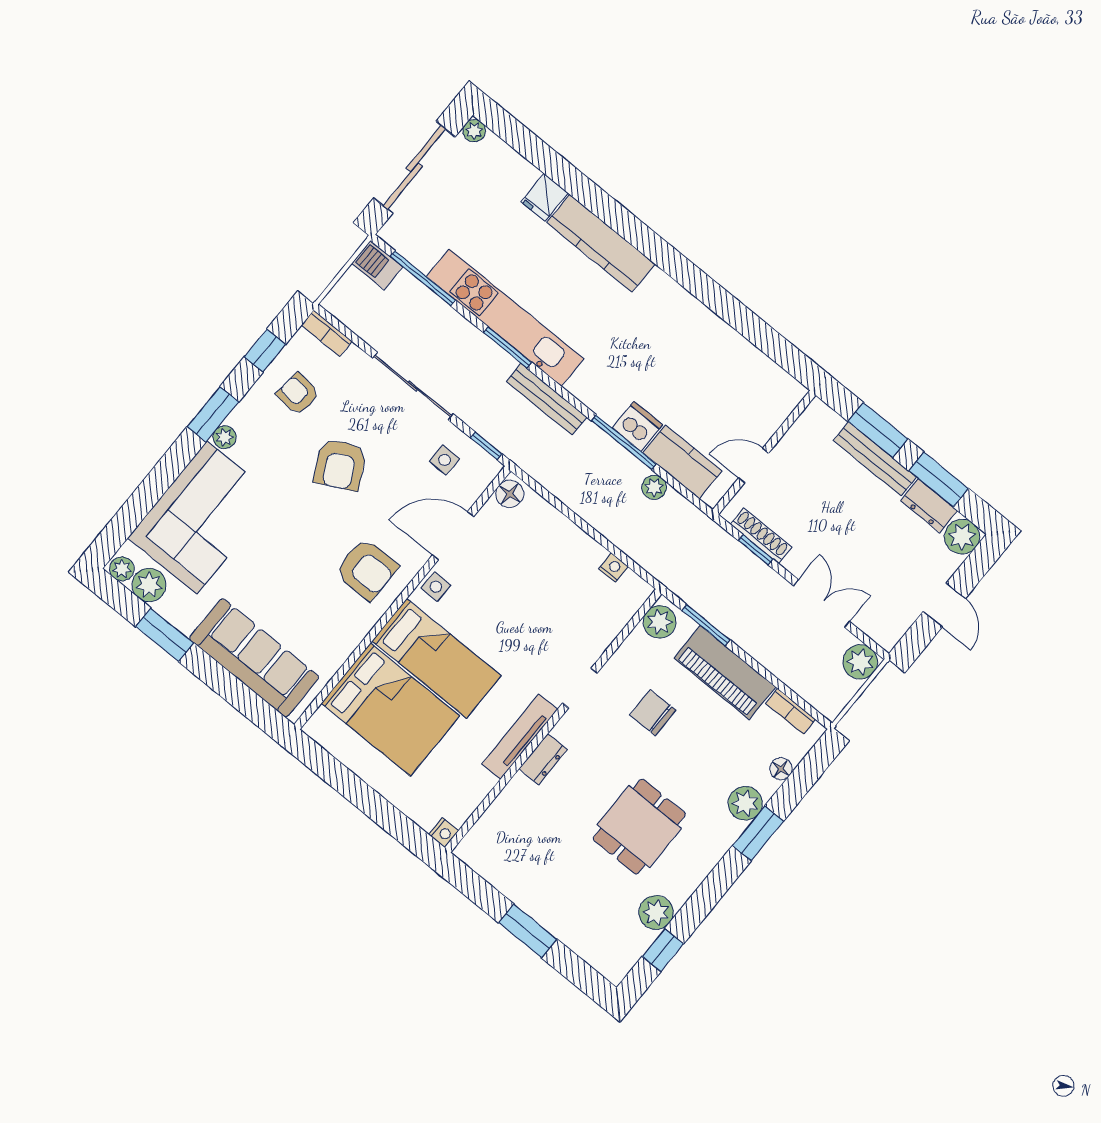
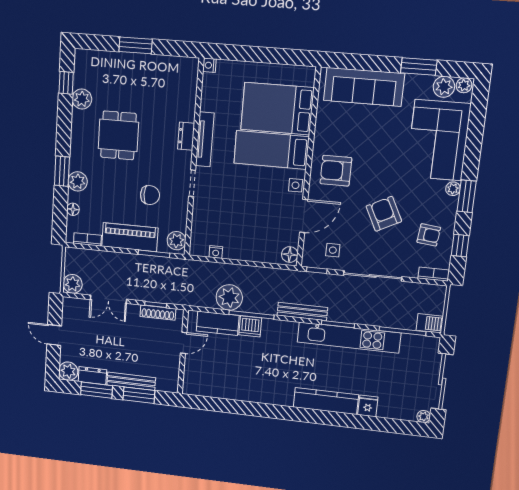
plant: (654, 487) -> (229, 297), width x1.88, depth x1.88

